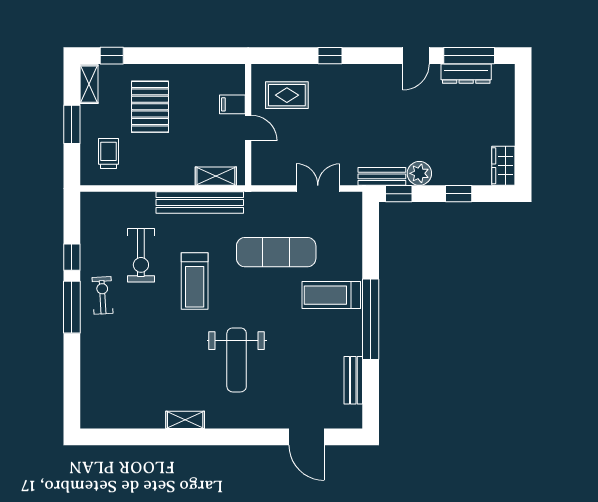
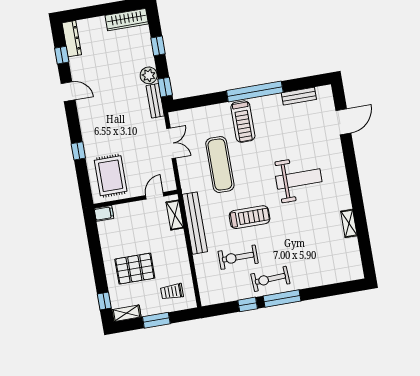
window: (469, 56) -> (62, 55), width x0.46
dresser: (466, 74) -> (72, 39), moved
rug: (287, 95) -> (111, 176), width x1.36, depth x1.43
filing cabinet: (232, 104) -> (104, 213), moved, turned -90
door: (248, 128) -> (155, 196), moved
wardrobe: (503, 166) -> (127, 20), width x1.50
double door: (318, 189) -> (171, 143), swing flipped
exercise bike: (141, 255) -> (238, 257), turned 180
exercise bike: (103, 295) -> (270, 279), width x1.38, depth x1.39
shelving: (185, 420) -> (349, 223), moved

